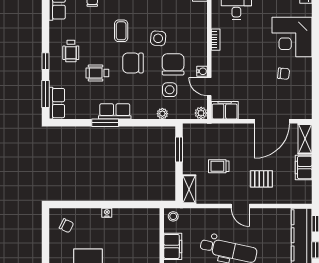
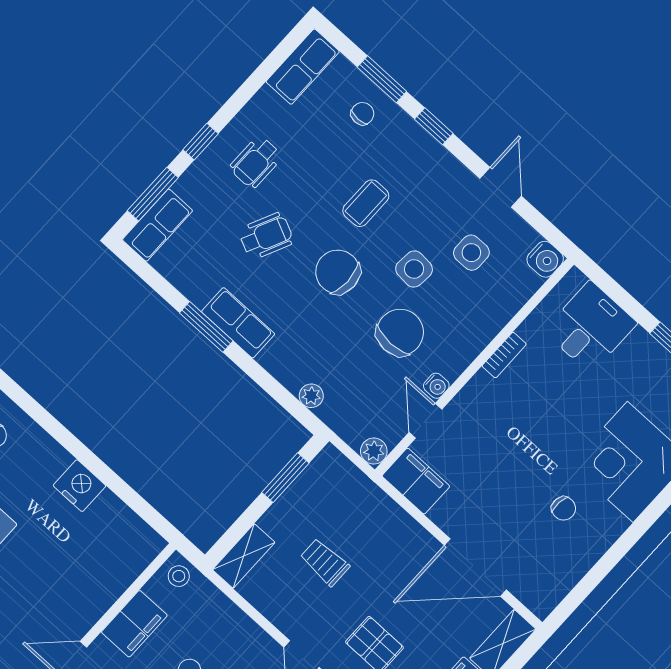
wheelchair: (97, 73) -> (266, 236), turned 115
side table: (170, 90) -> (471, 253), moved
nightstand: (107, 213) -> (79, 486), width x1.89, depth x1.79

